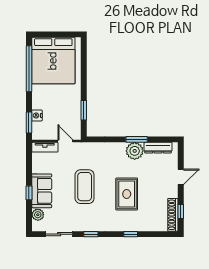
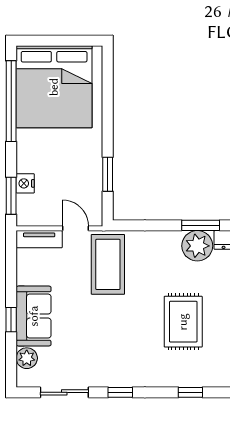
coffee table: (85, 187) -> (108, 264), moved

